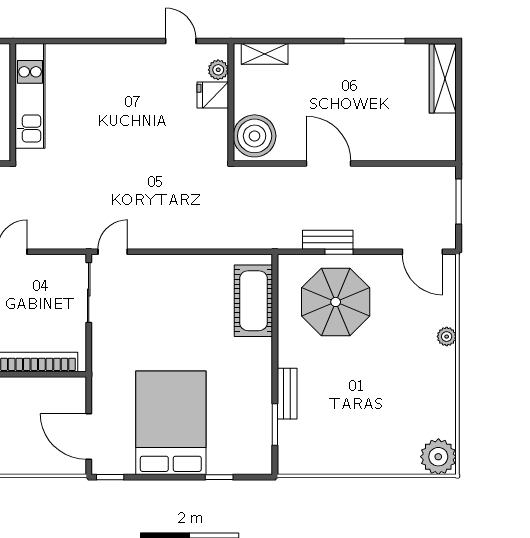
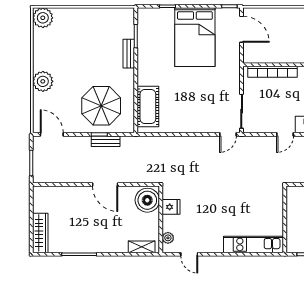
fridge: (213, 95) -> (171, 207), moved
kitchen unit: (30, 96) -> (254, 244), moved, turned 90
plant: (447, 337) -> (43, 81), width x1.88, depth x1.88

